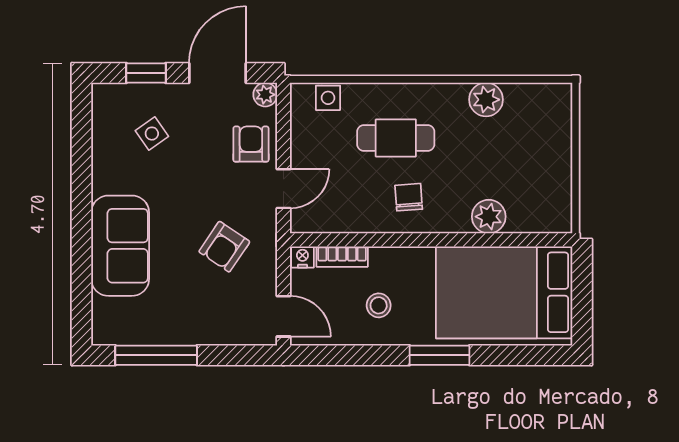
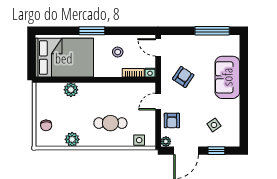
chair: (409, 197) -> (46, 125), moved

